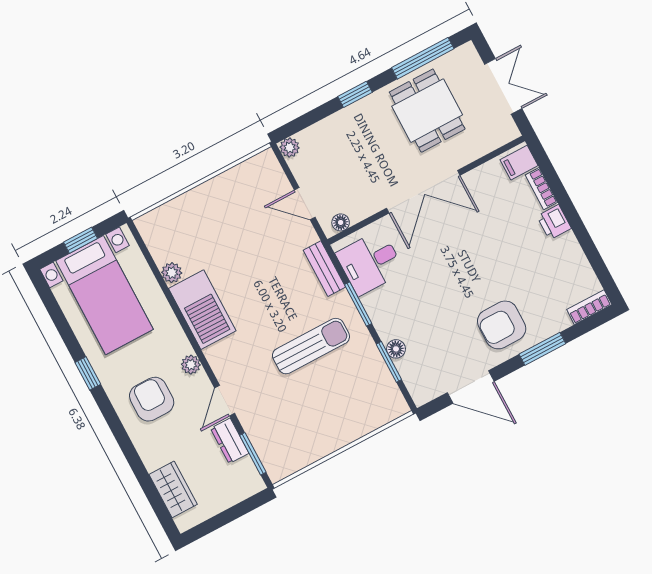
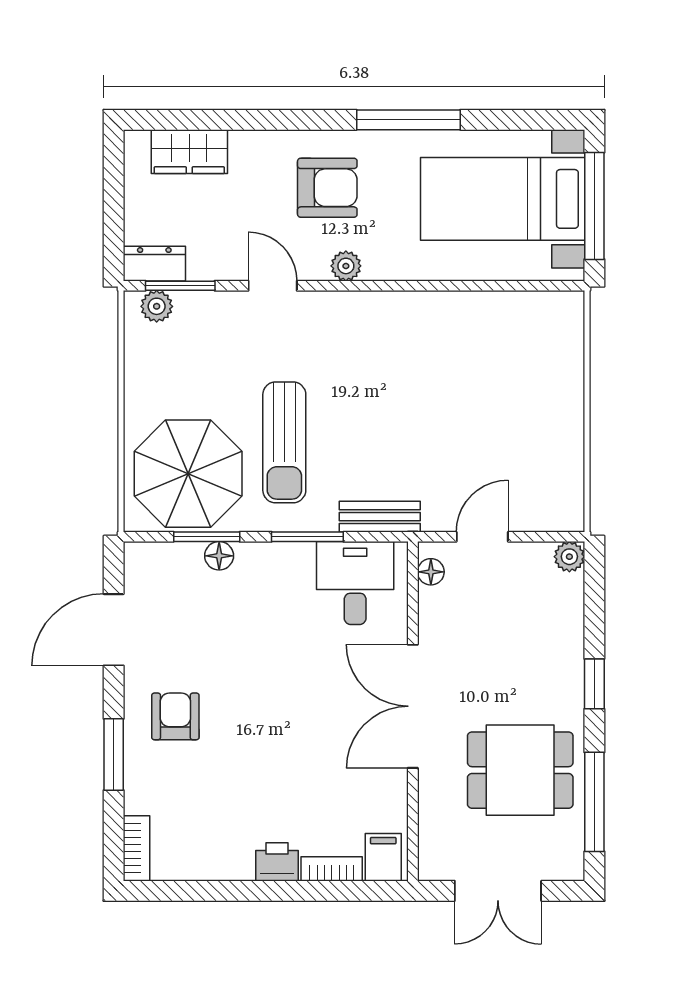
window: (81, 240) -> (594, 206), width x2.17
plant: (172, 273) -> (157, 306), moved
barbecue: (202, 310) -> (412, 321), removed
armchair: (502, 325) -> (175, 716), width x0.72, depth x0.72
window: (88, 373) -> (408, 120), width x2.17
parasol: (358, 392) -> (188, 474), added
dresser: (230, 441) -> (154, 264), moved

